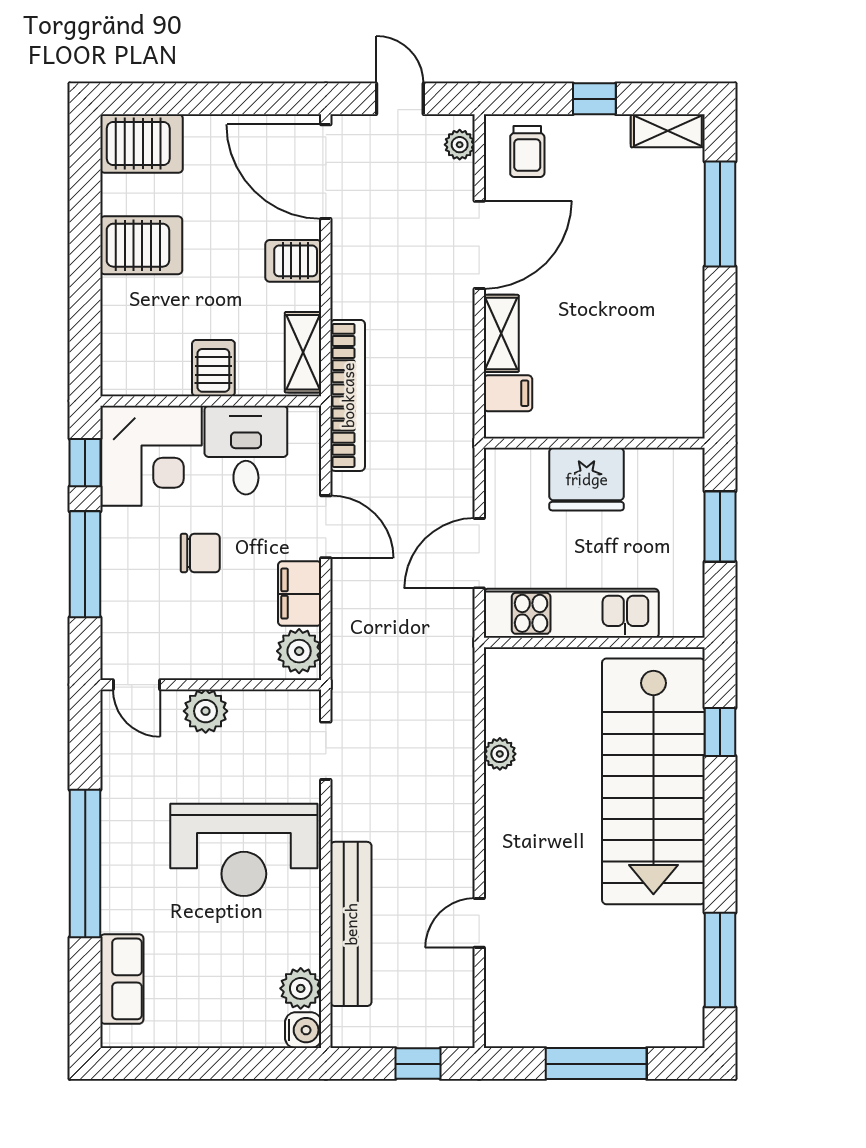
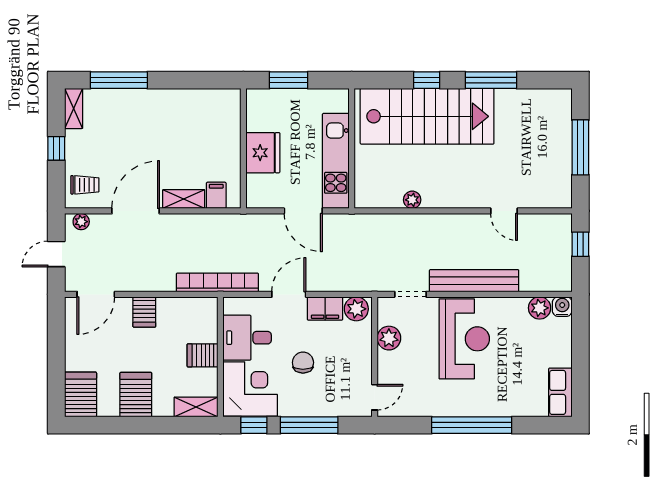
door: (326, 172) -> (96, 294), width x0.73
door: (479, 245) -> (136, 211), hinge flipped
shelving: (303, 352) -> (196, 407), moved
plant: (206, 711) -> (389, 338), moved
window: (720, 732) -> (427, 80), moved
bench: (351, 924) -> (474, 281), moved
window: (720, 960) -> (491, 80), moved
row of seats: (122, 979) -> (560, 392), moved, turned -90

